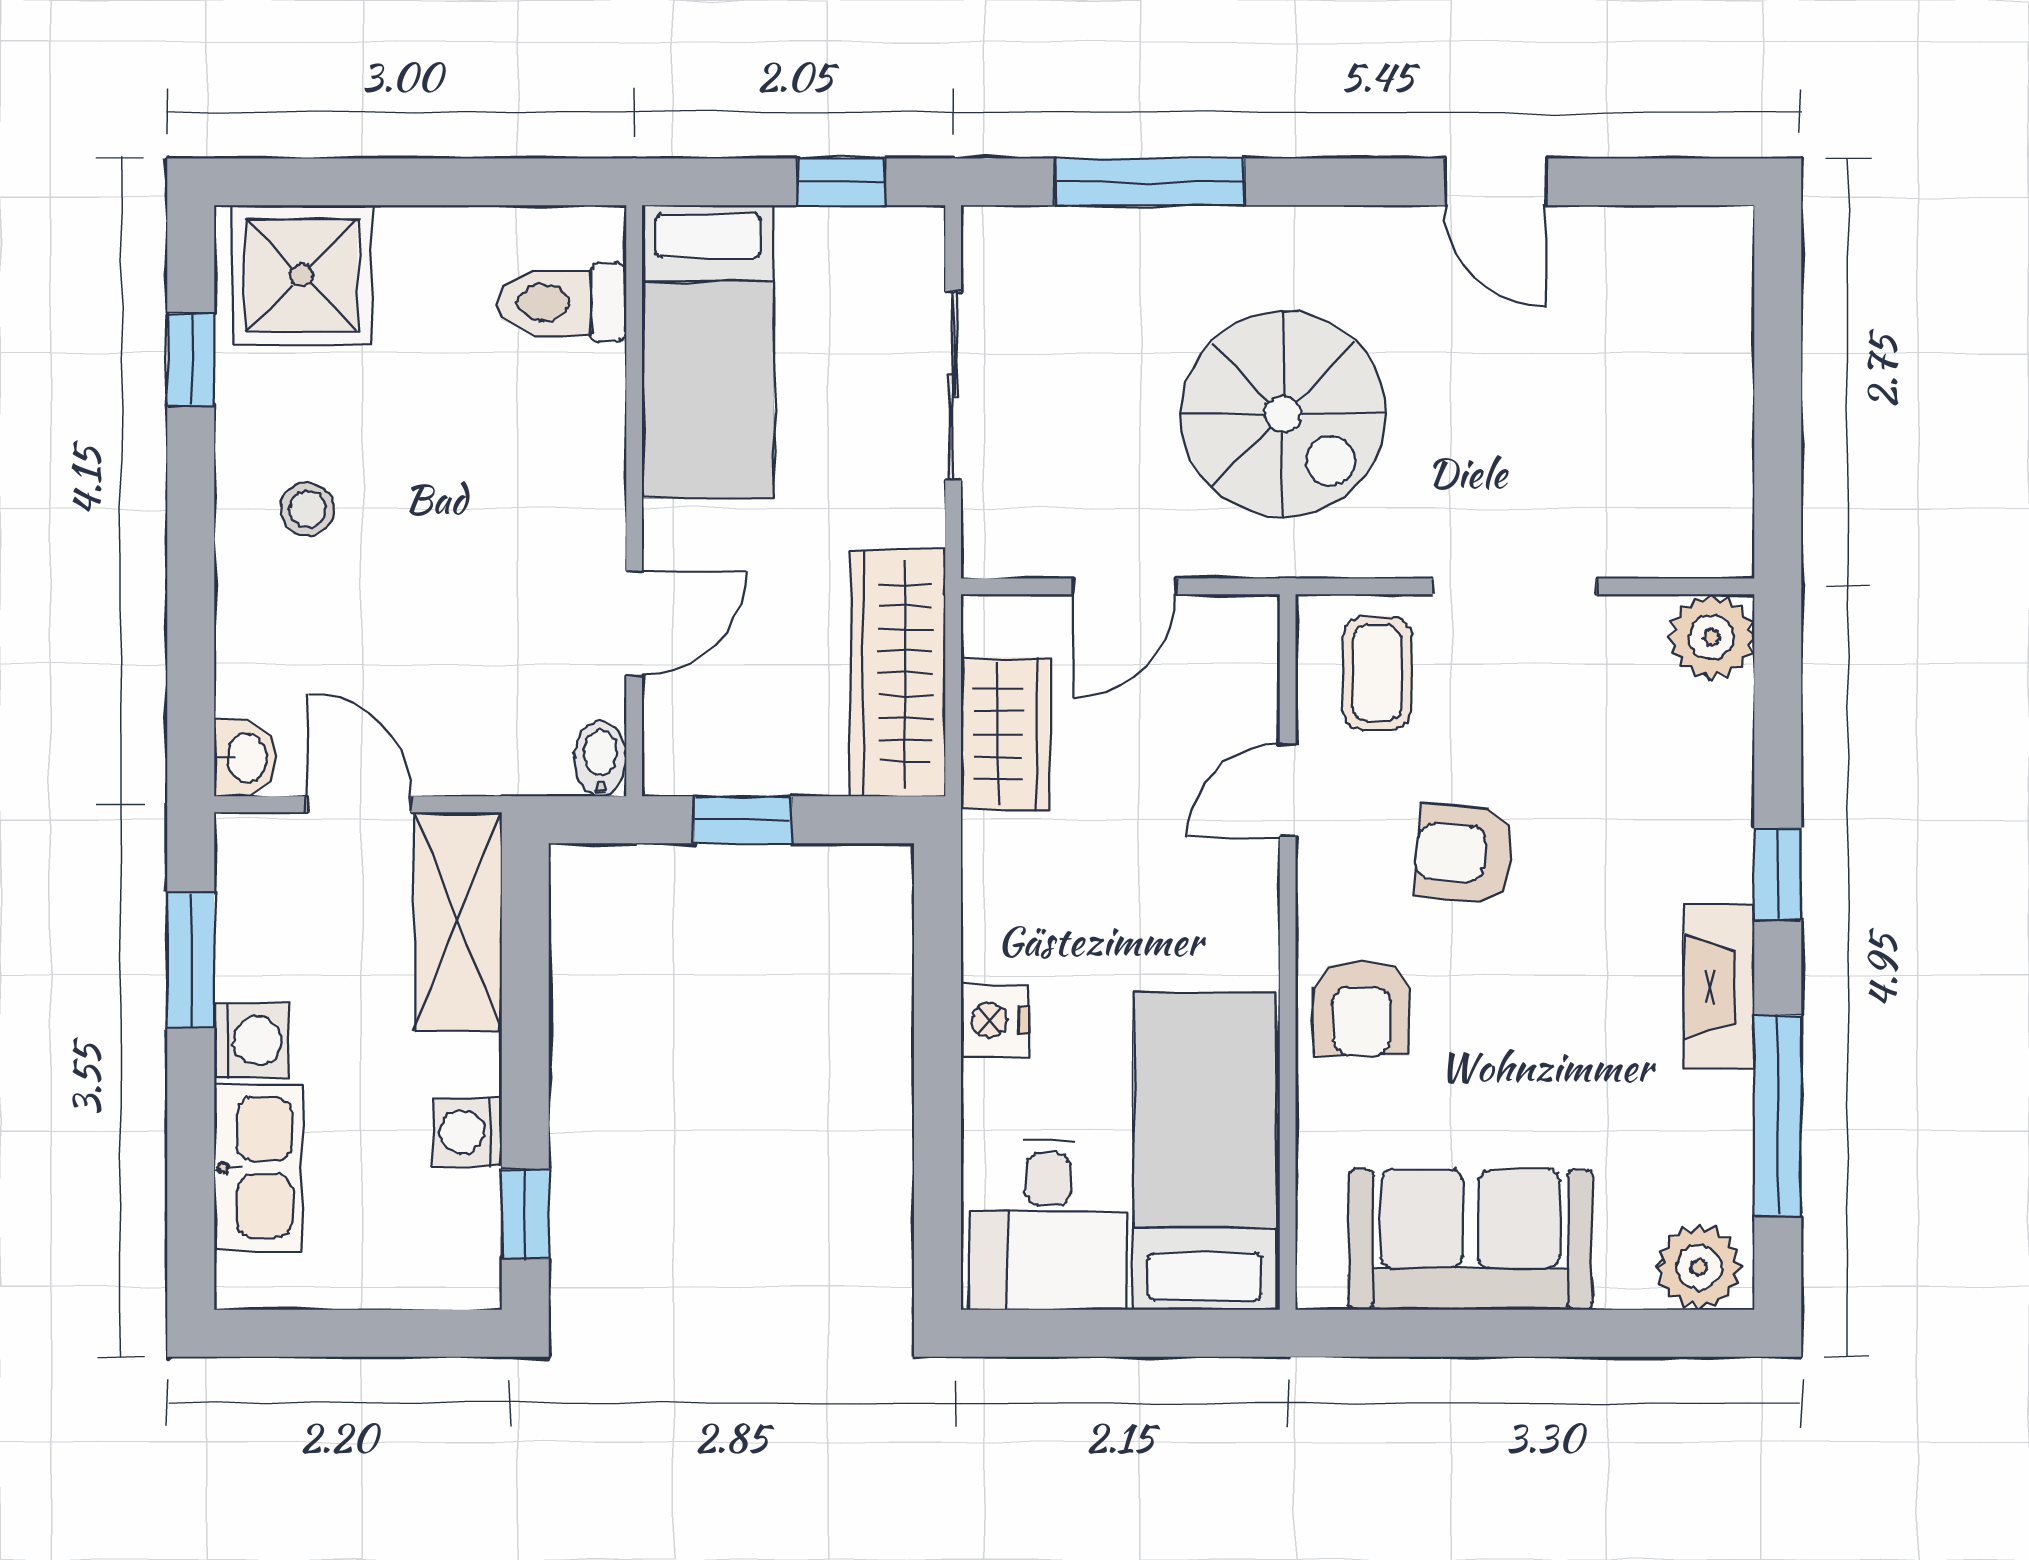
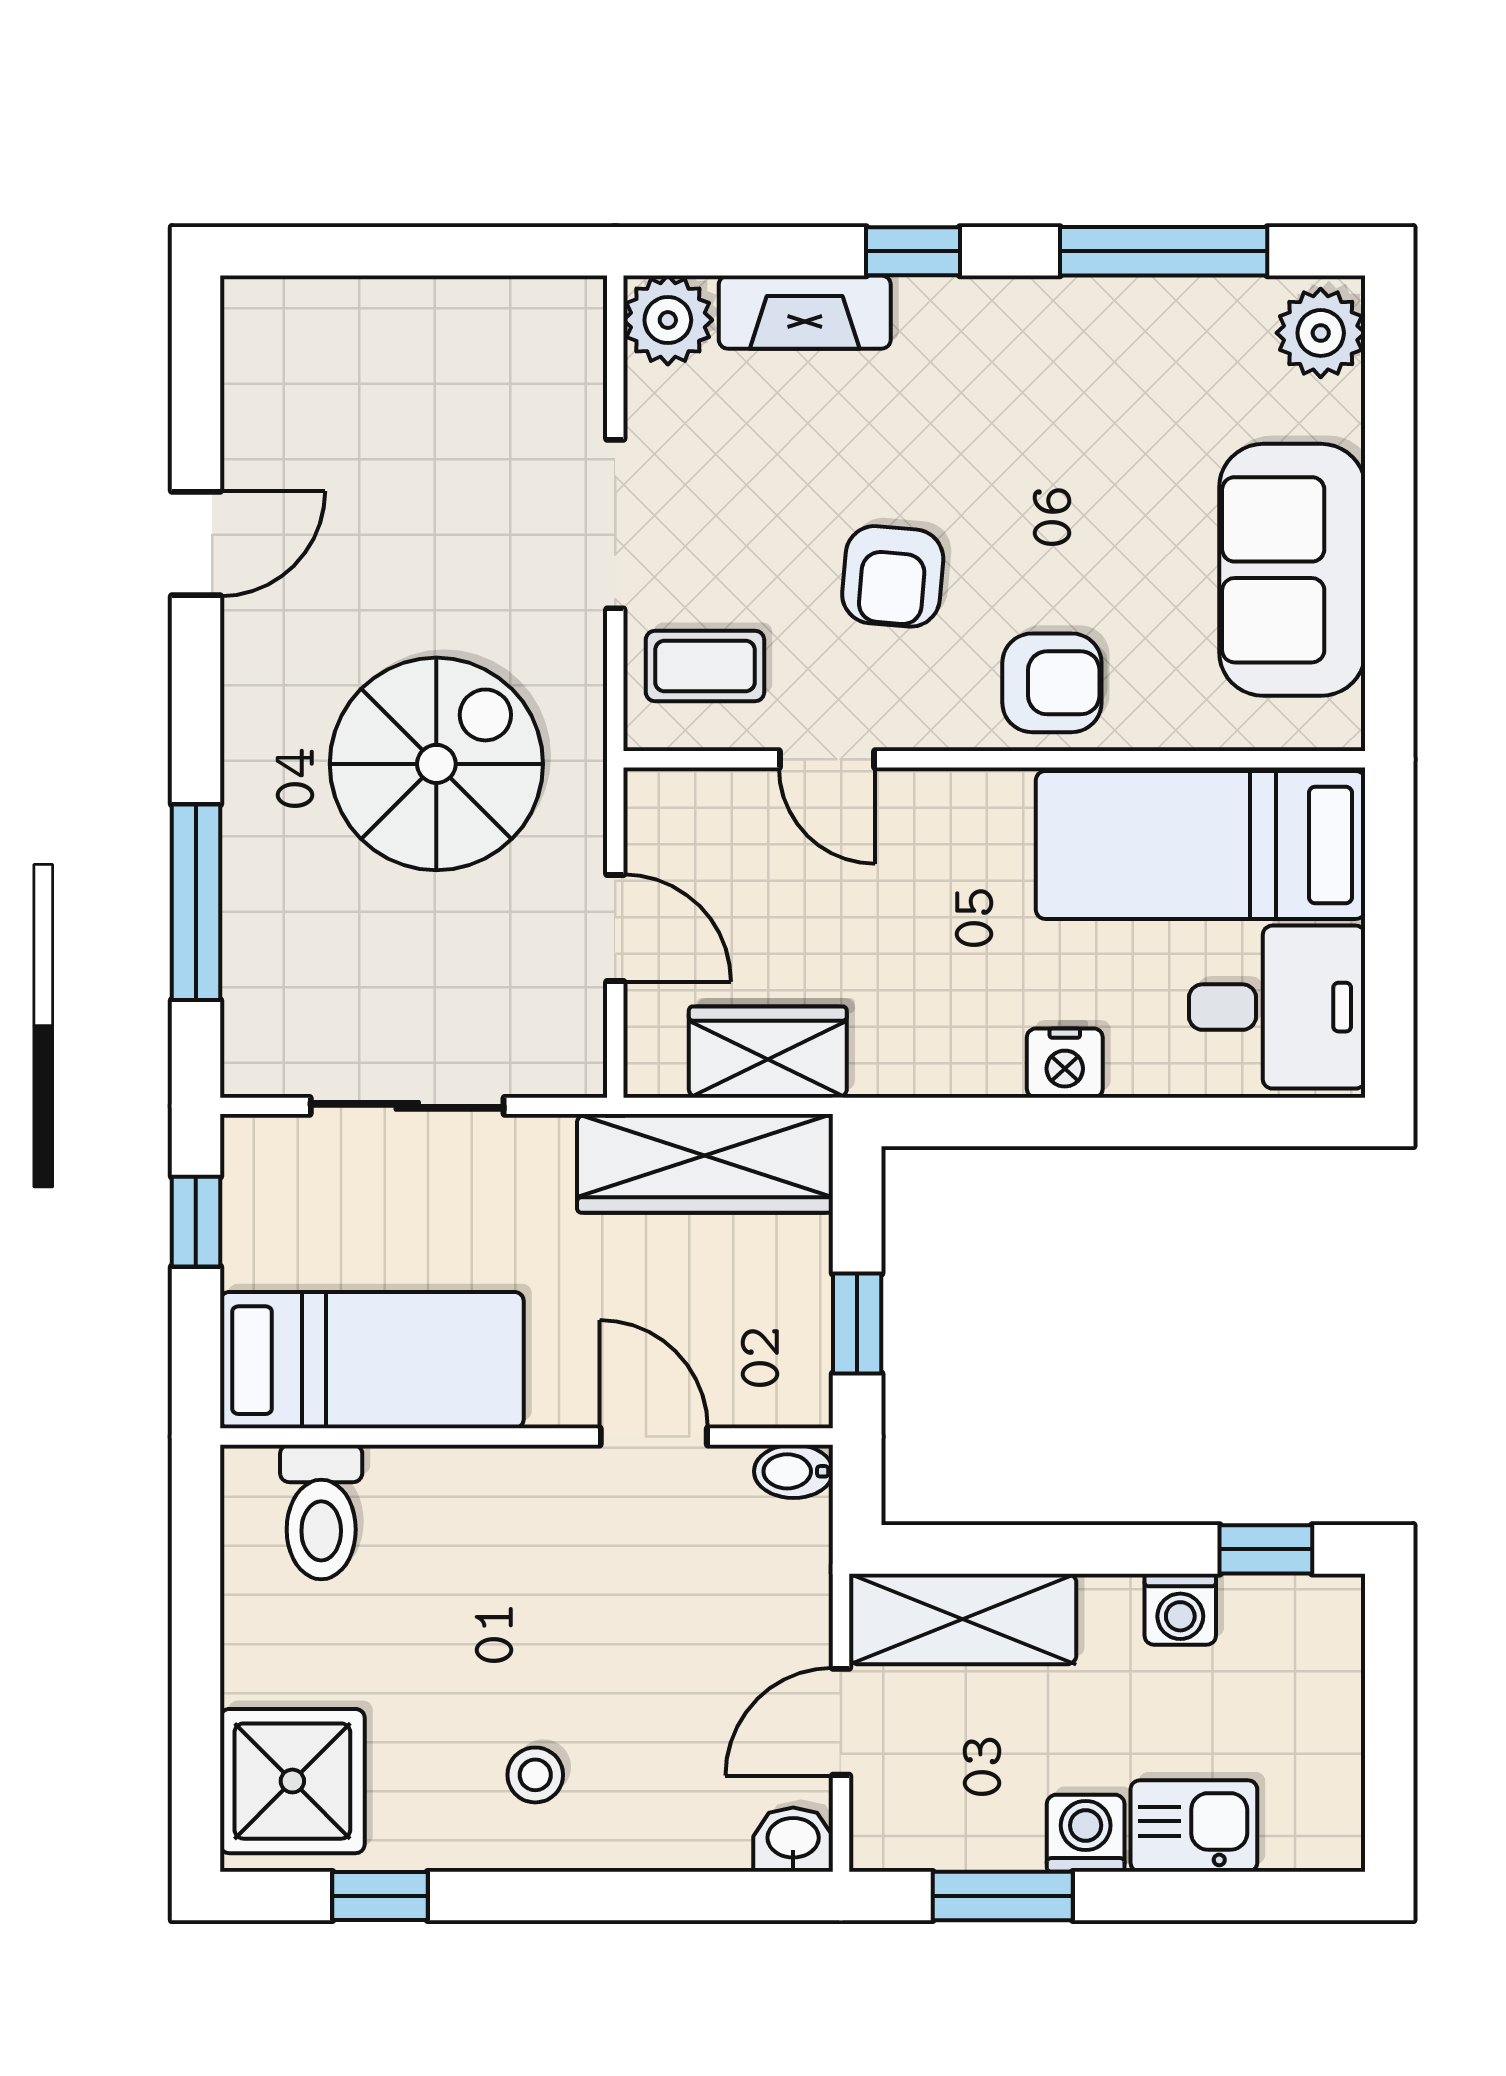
fireplace: (1719, 987) -> (805, 312), moved
kitchen sink: (258, 1168) -> (1194, 1826), width x0.73

